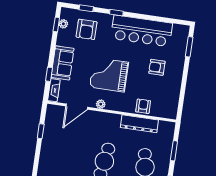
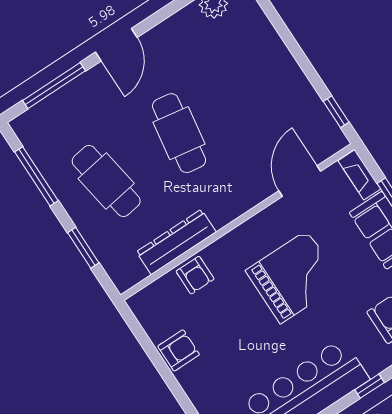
armchair: (157, 67) -> (179, 350), moved
plant: (101, 104) -> (265, 219), removed
window: (41, 131) -> (336, 112), moved

